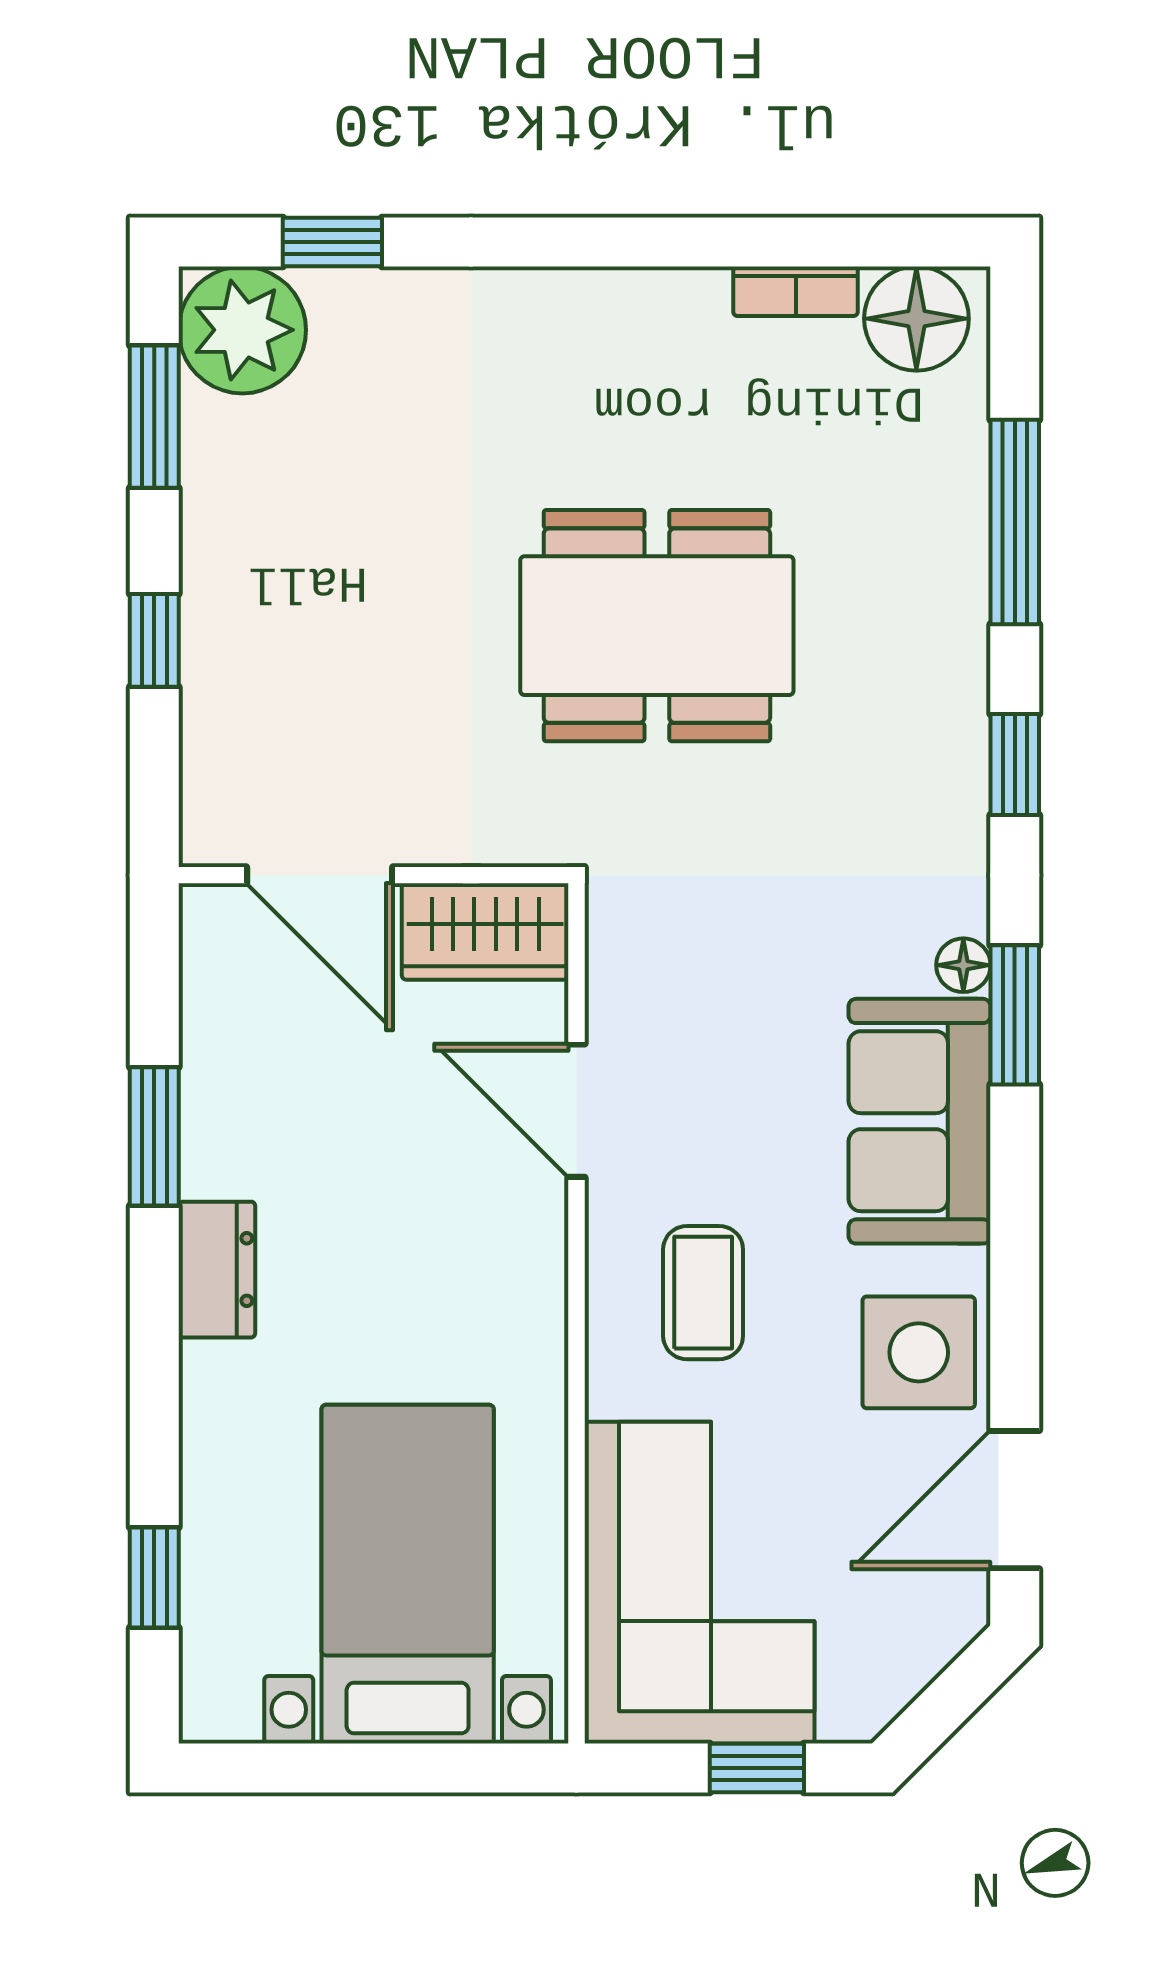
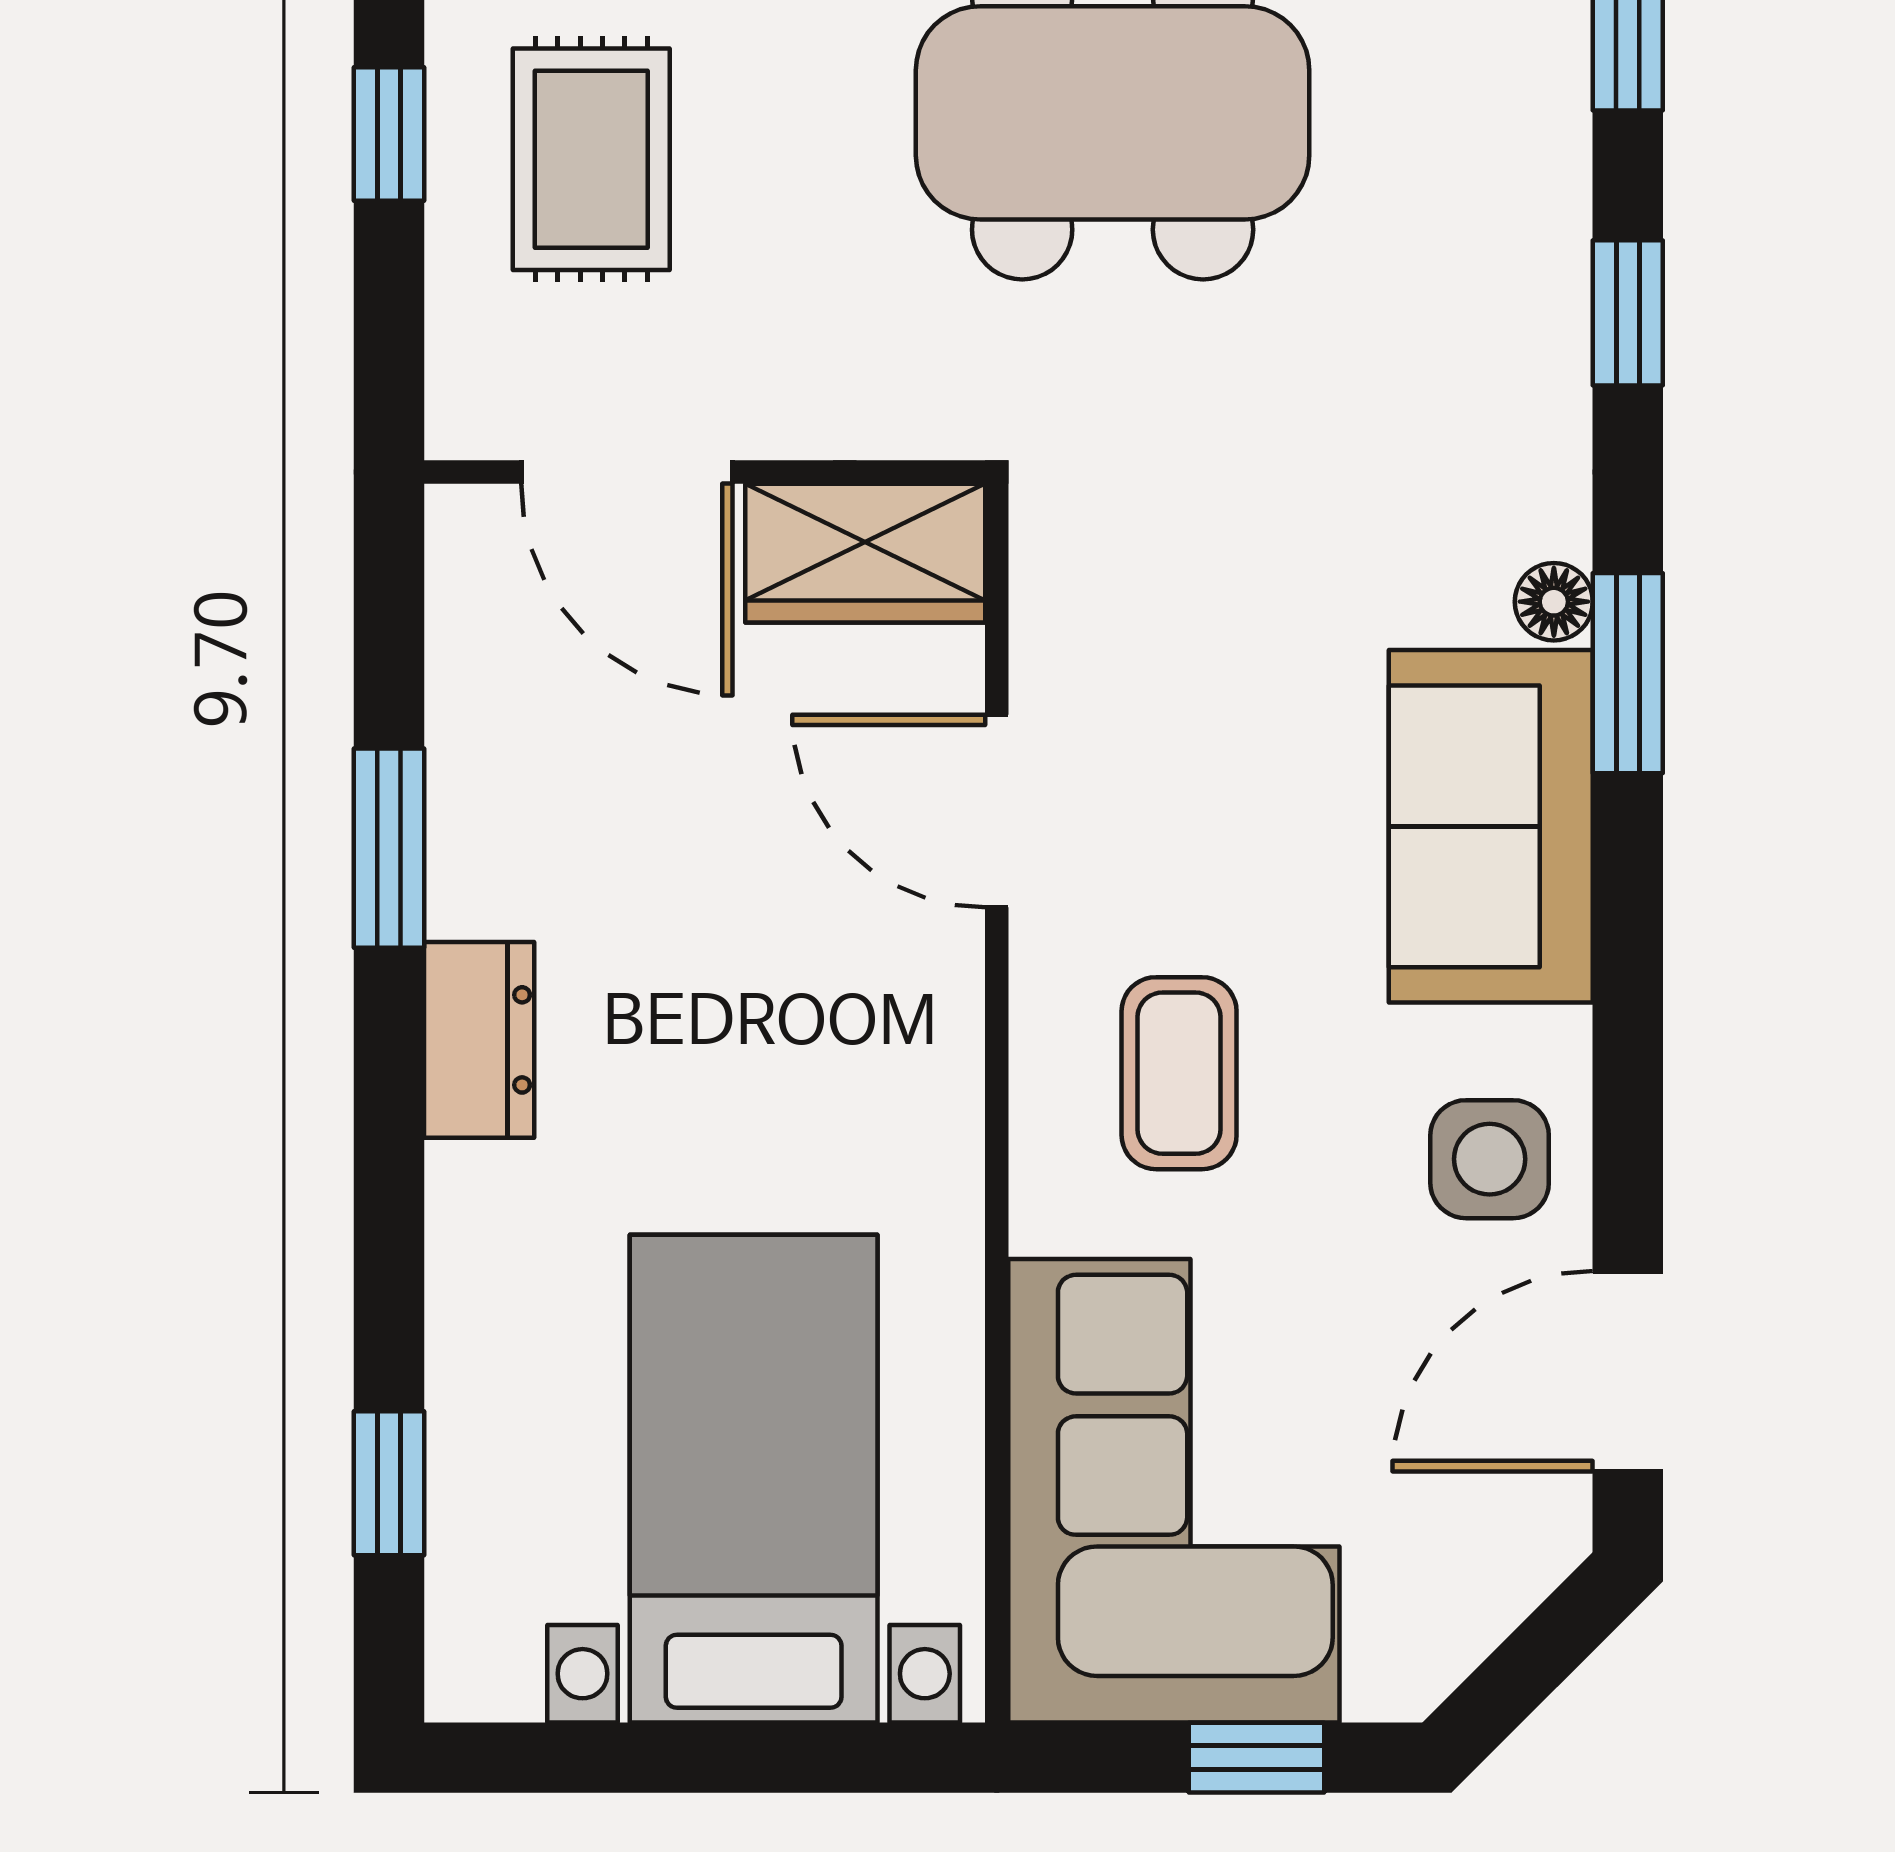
rug: (295, 658) -> (591, 159), added
side table: (919, 1352) -> (1490, 1159), width x0.73, depth x0.73

